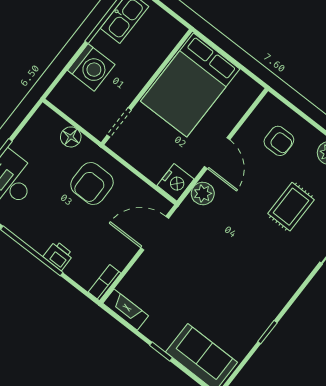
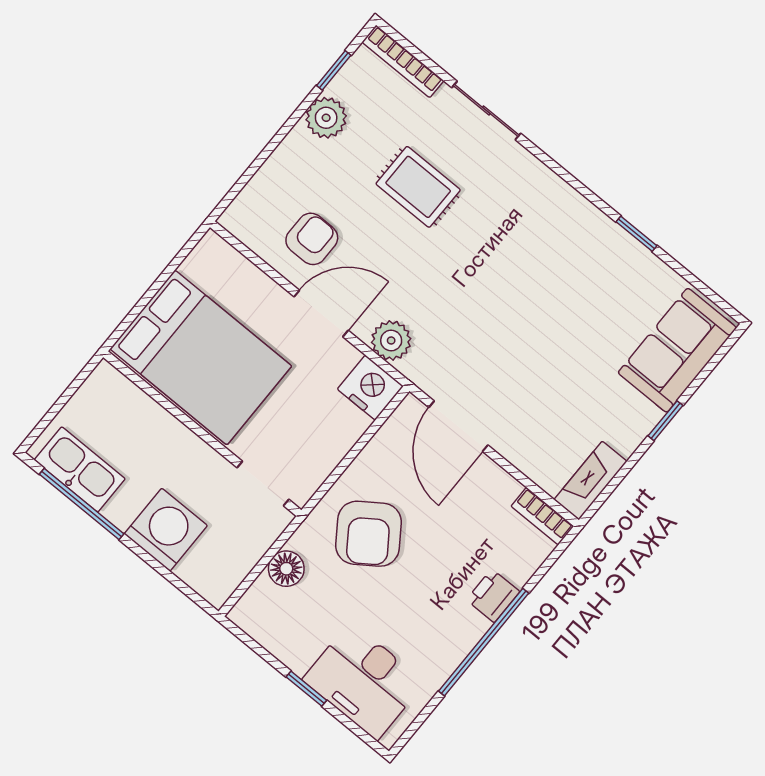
armchair: (279, 141) -> (312, 239), moved
armchair: (92, 183) -> (369, 534), turned 55

